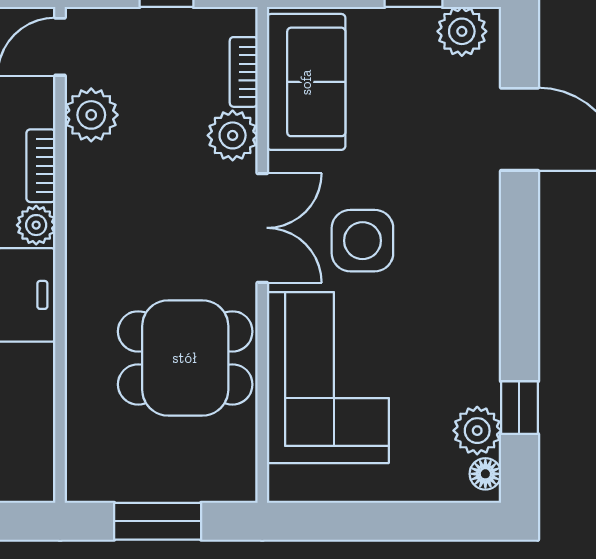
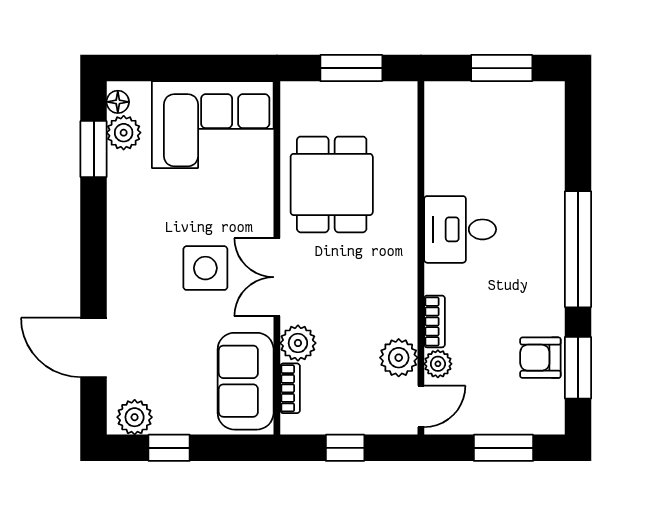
plant: (36, 225) -> (438, 364), moved
dining table: (185, 358) -> (332, 184), turned 90
corner sofa: (328, 378) -> (213, 125), moved, turned -90
window: (519, 408) -> (94, 149), width x1.50

